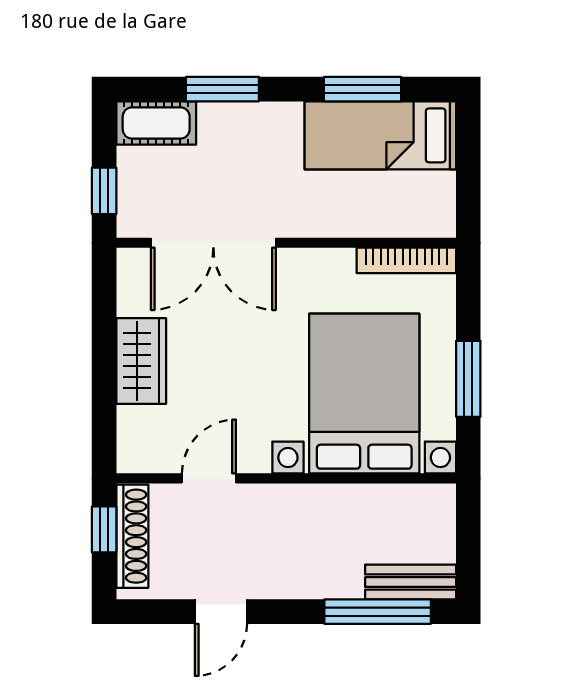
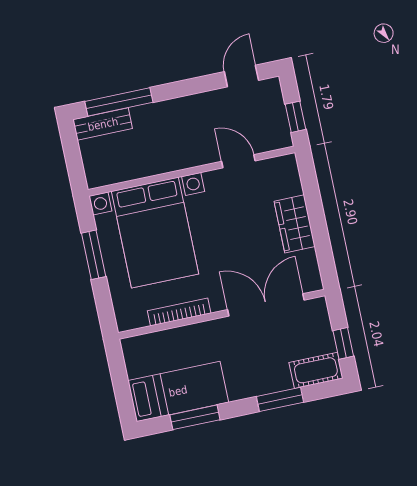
window: (104, 191) -> (343, 343), moved
bookcase: (406, 260) -> (179, 312), moved
door: (209, 478) -> (238, 161), swing flipped
shoe rack: (132, 536) -> (278, 116), removed
door: (221, 612) -> (241, 76), moved

